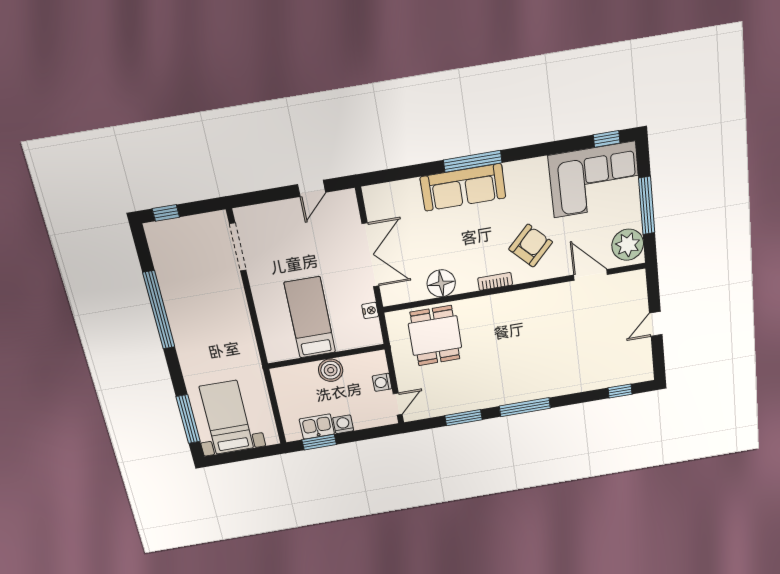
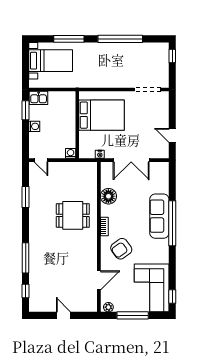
window: (473, 161) -> (172, 223), width x1.46
plant: (628, 245) -> (108, 307), width x0.53, depth x0.53
armchair: (531, 246) -> (121, 249), turned 99
bed: (310, 318) -> (102, 115), width x1.50
dining table: (435, 336) -> (73, 215), moved
boiler: (331, 370) -> (69, 126), removed
washing machine: (382, 382) -> (71, 153), moved
window: (525, 407) -> (26, 258), moved
window: (188, 419) -> (69, 39), moved
kitchen sink: (317, 427) -> (39, 98), moved, turned 90

